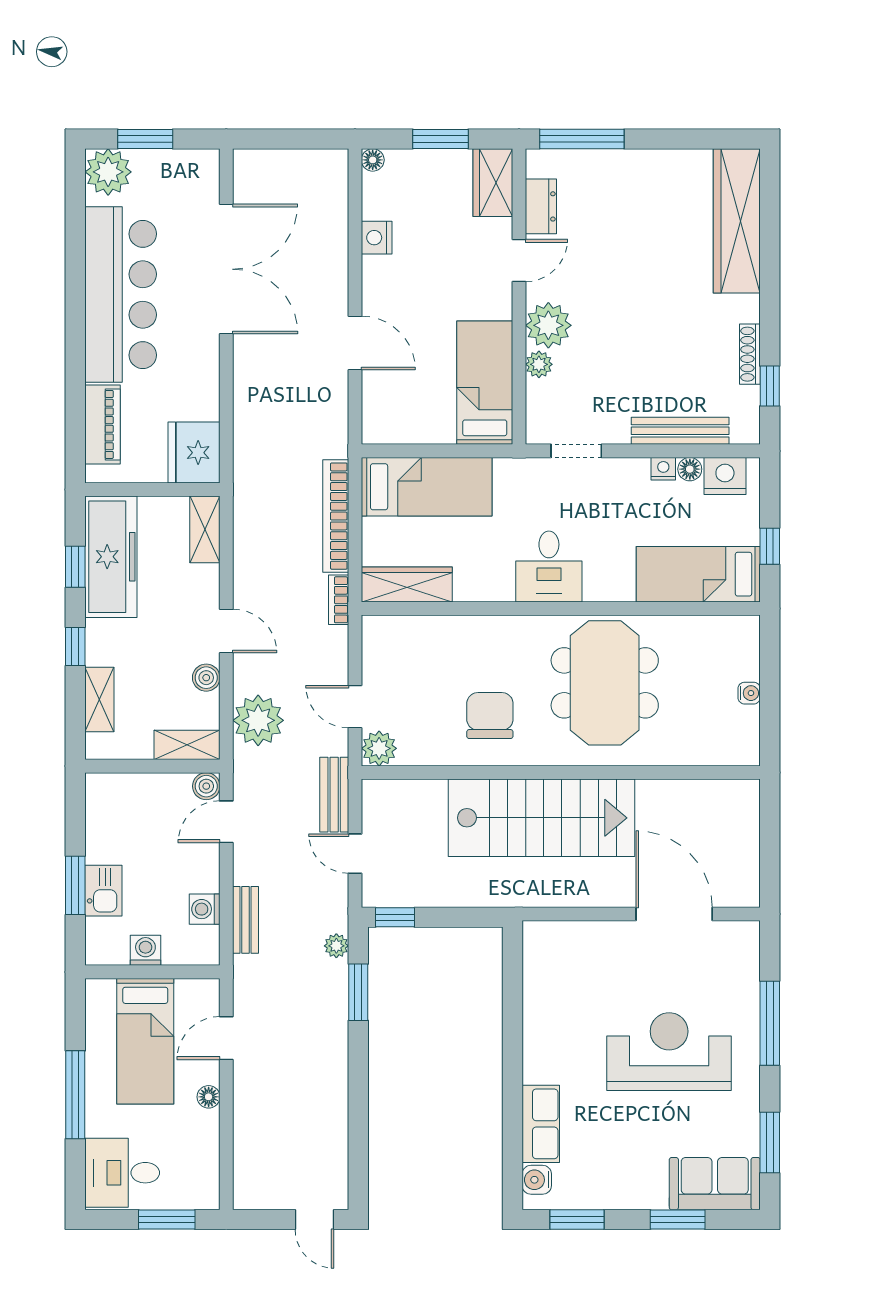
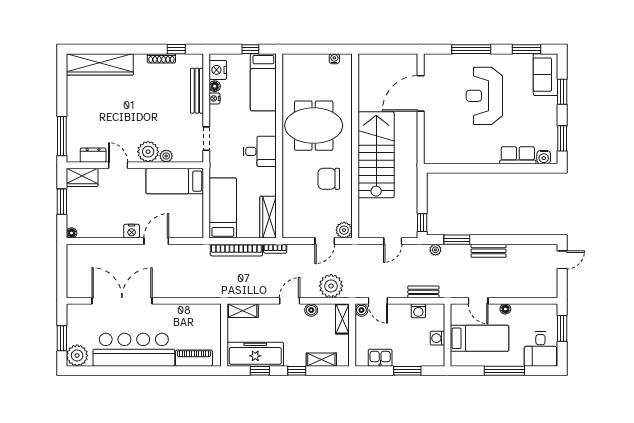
nightstand: (377, 238) -> (132, 231), moved
fridge: (194, 453) -> (207, 316), removed
water cooler: (749, 693) -> (334, 59), moved
bench: (334, 795) -> (489, 251), moved
kitchen sink: (103, 891) -> (380, 358), moved

